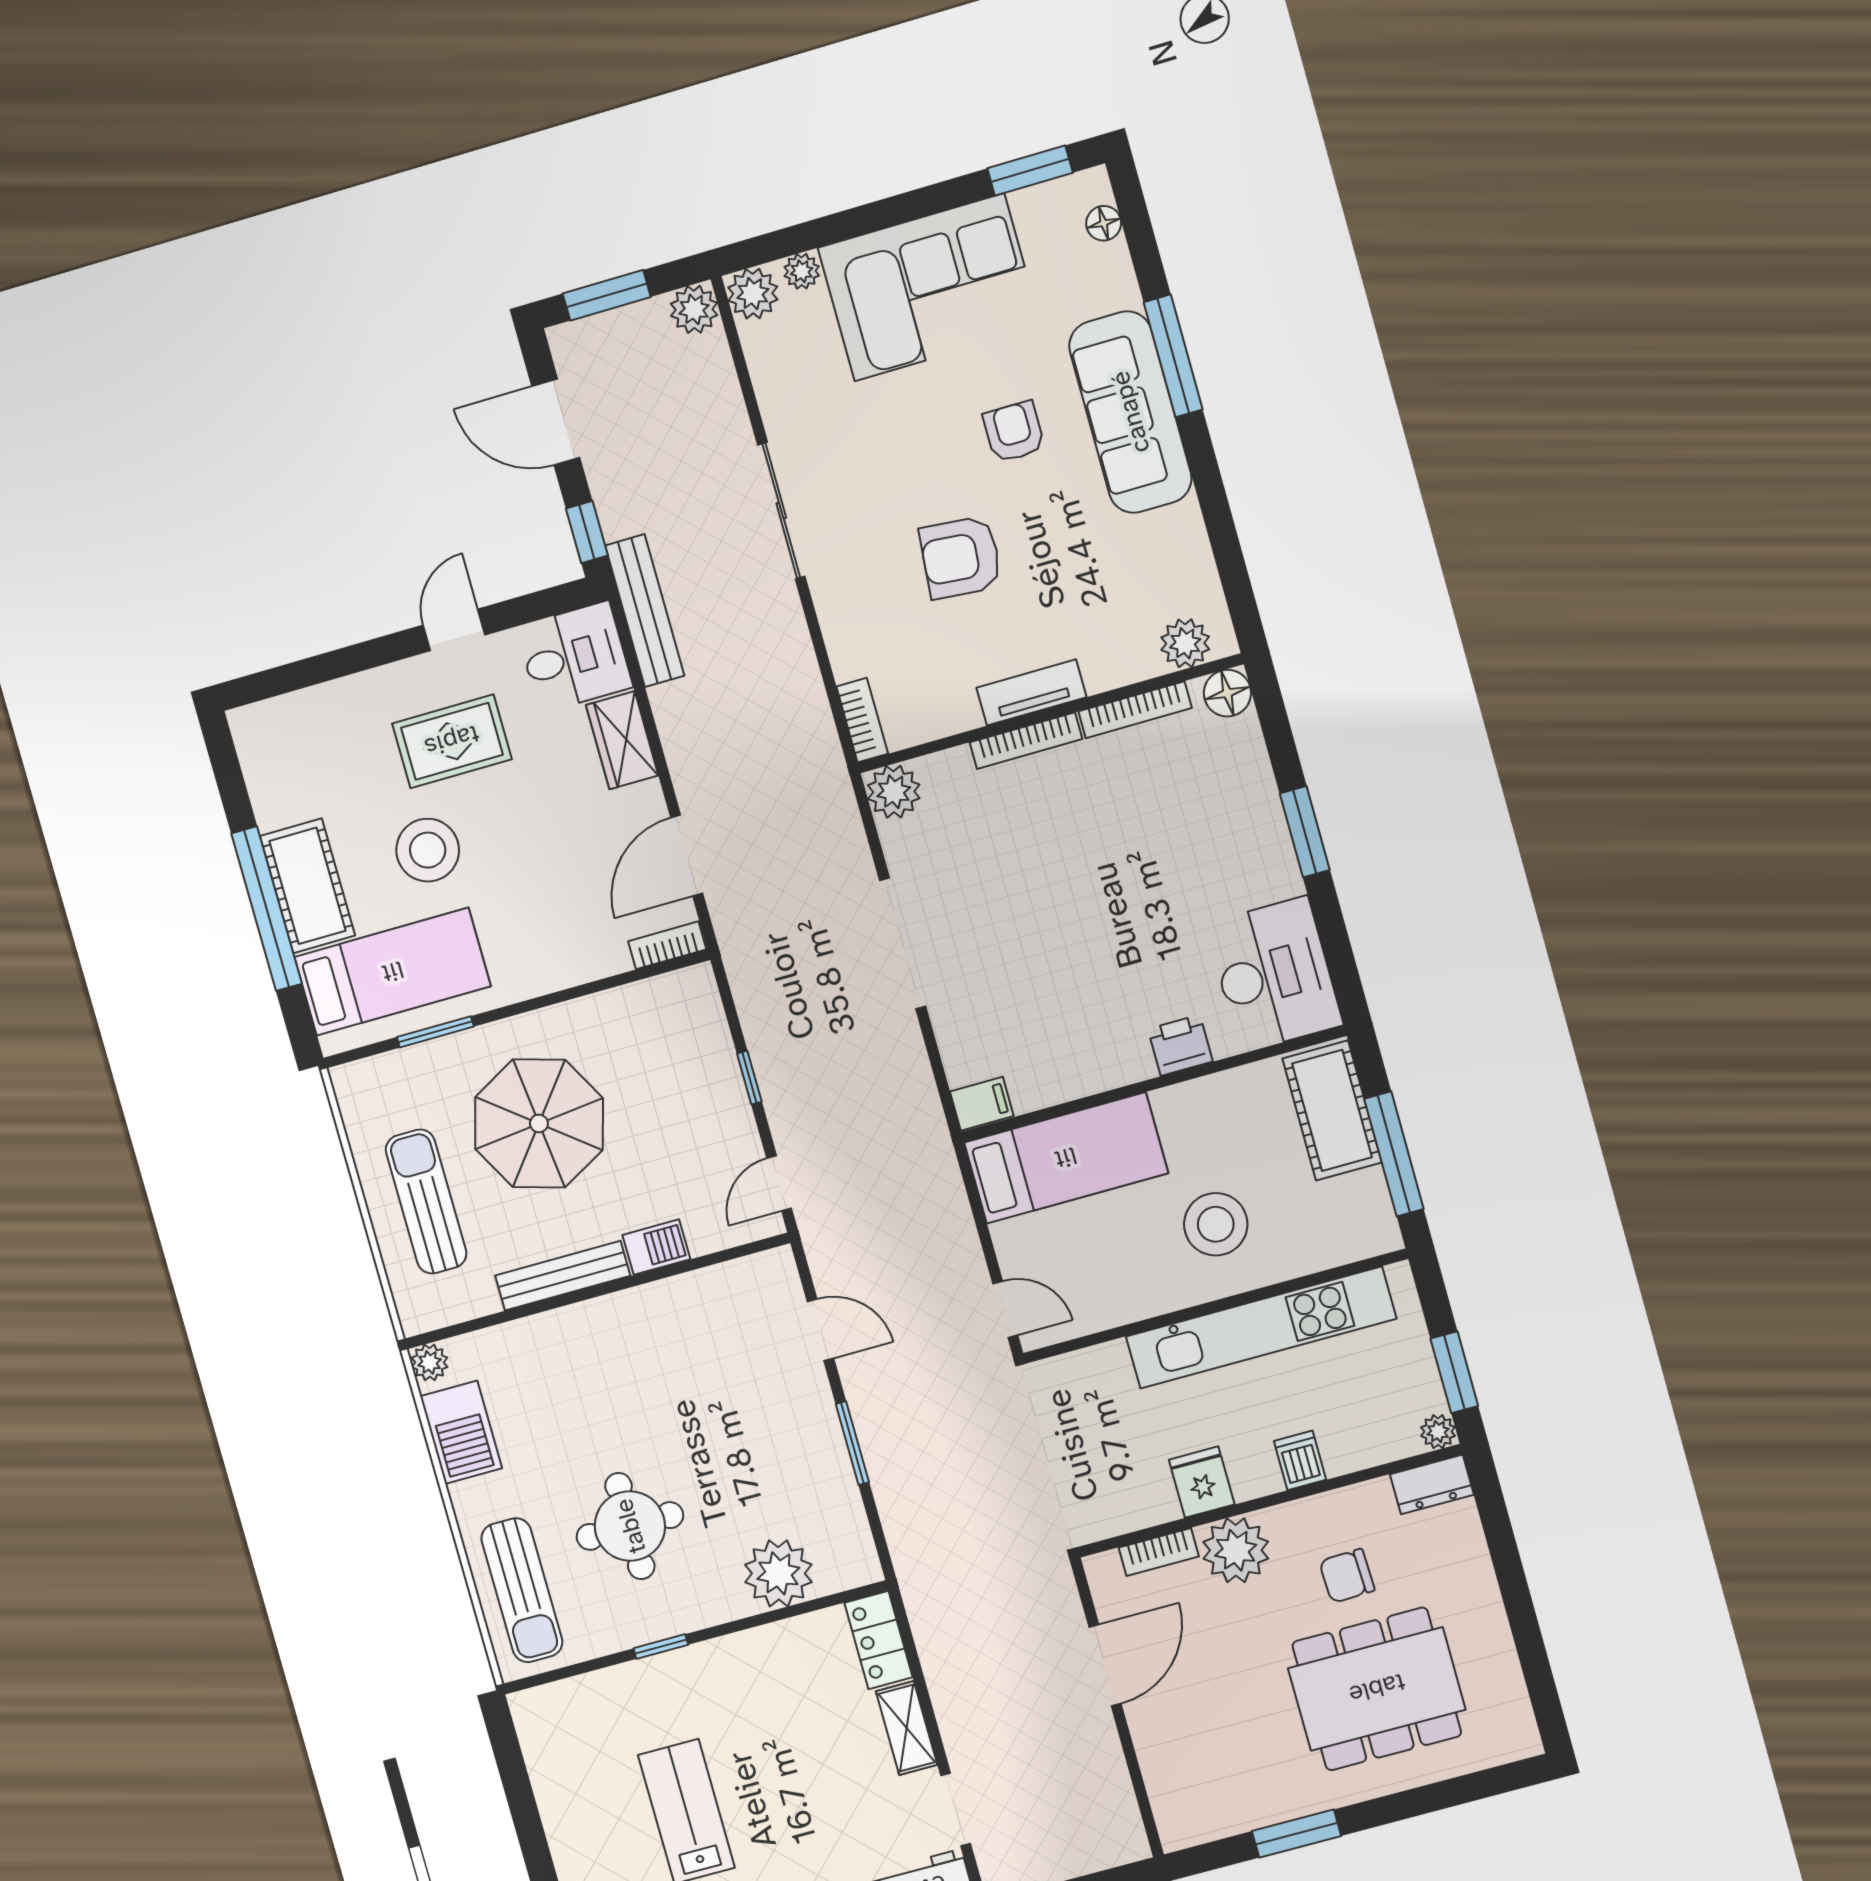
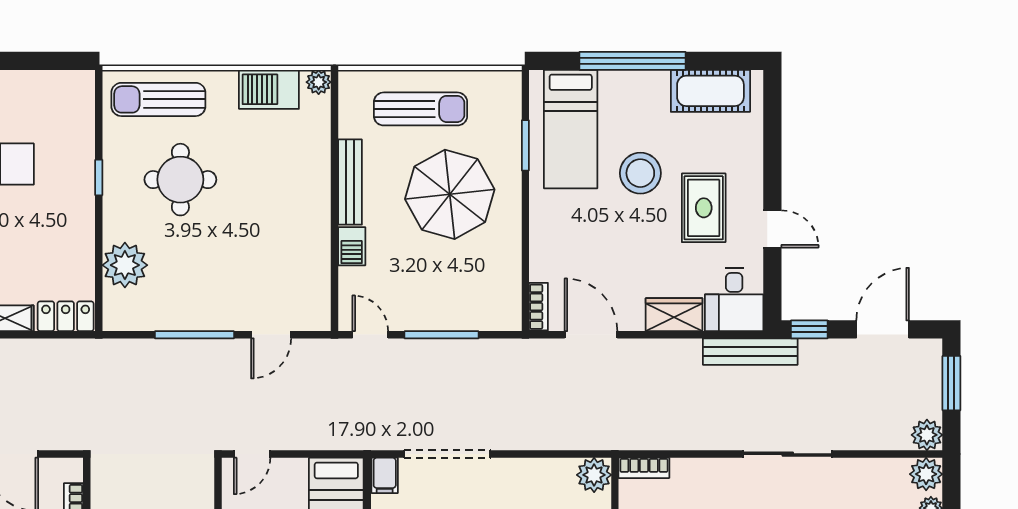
cot: (308, 886) -> (710, 91), moved
doorway: (903, 943) -> (447, 454), moved
window: (749, 1078) -> (442, 335), width x2.17
window: (852, 1443) -> (194, 335), width x1.44

